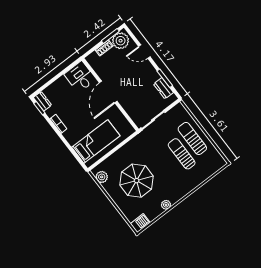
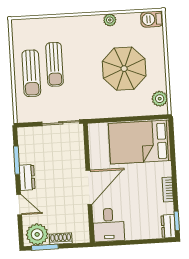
dresser: (163, 88) -> (27, 177), moved
bed: (96, 141) -> (140, 142), width x1.50

